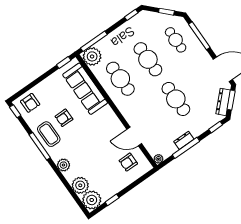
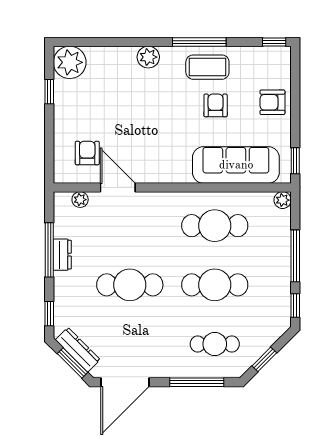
window: (94, 41) -> (295, 256), moved
plant: (92, 56) -> (283, 200), width x0.53, depth x0.53
armchair: (30, 103) -> (272, 102), moved
door: (134, 136) -> (118, 187), hinge flipped
plant: (158, 159) -> (80, 200), moved
plant: (80, 185) -> (102, 61), removed

